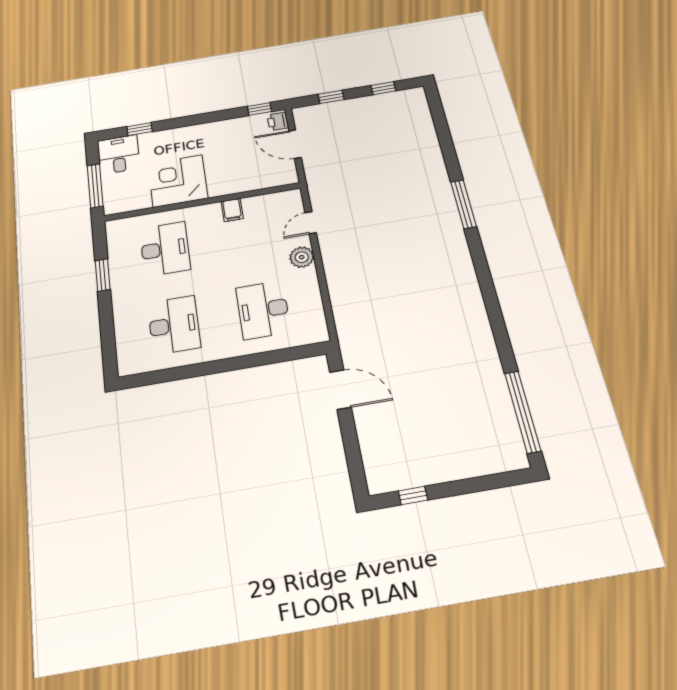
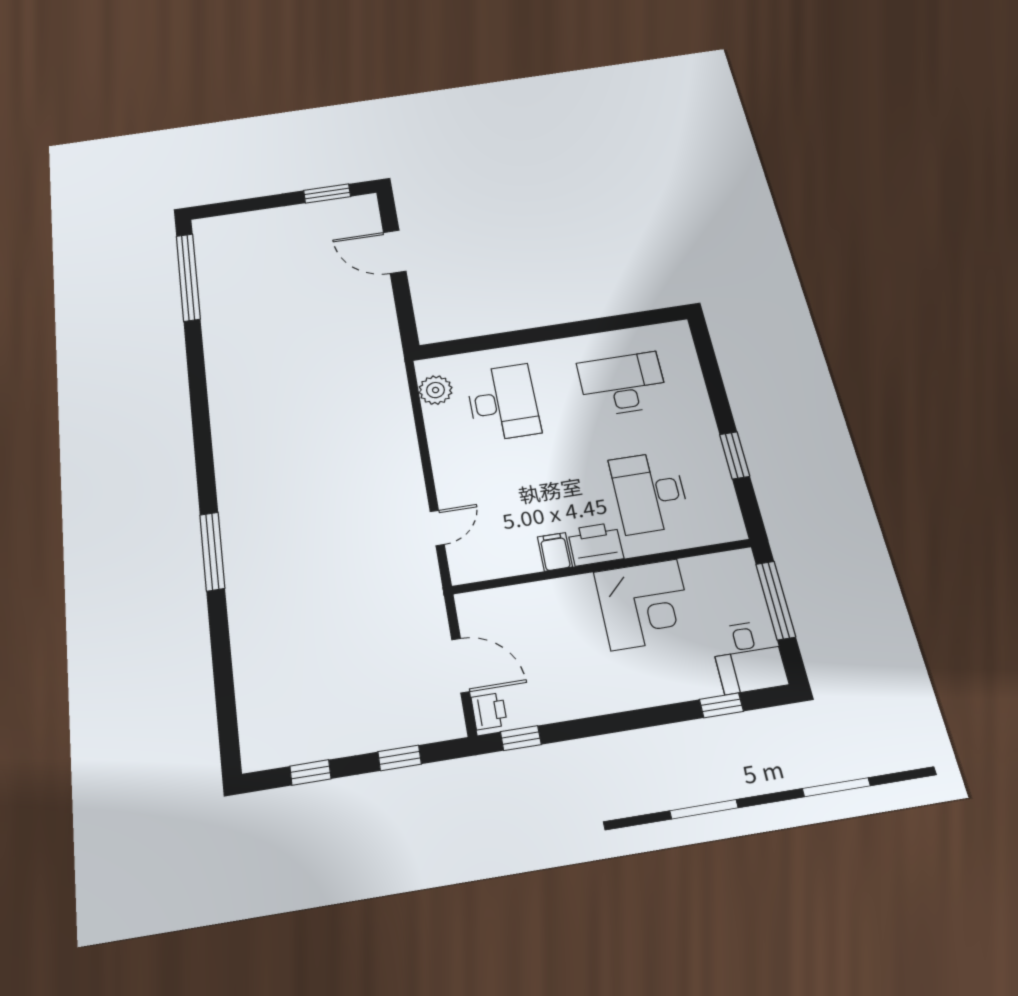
printer: (205, 215) -> (596, 544), added
plant: (302, 257) -> (436, 390), moved
desk: (174, 325) -> (623, 384), turned 90
door: (340, 390) -> (395, 252), moved
window: (413, 496) -> (327, 194), width x1.50

